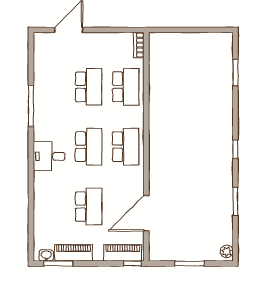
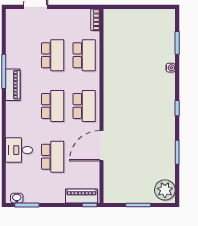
water cooler: (228, 102) -> (171, 68), added
desk: (49, 156) -> (19, 150), moved
door: (146, 213) -> (102, 146), moved
plant: (227, 251) -> (165, 190), width x1.87, depth x1.87
piano: (73, 253) -> (13, 85), moved, turned 90

